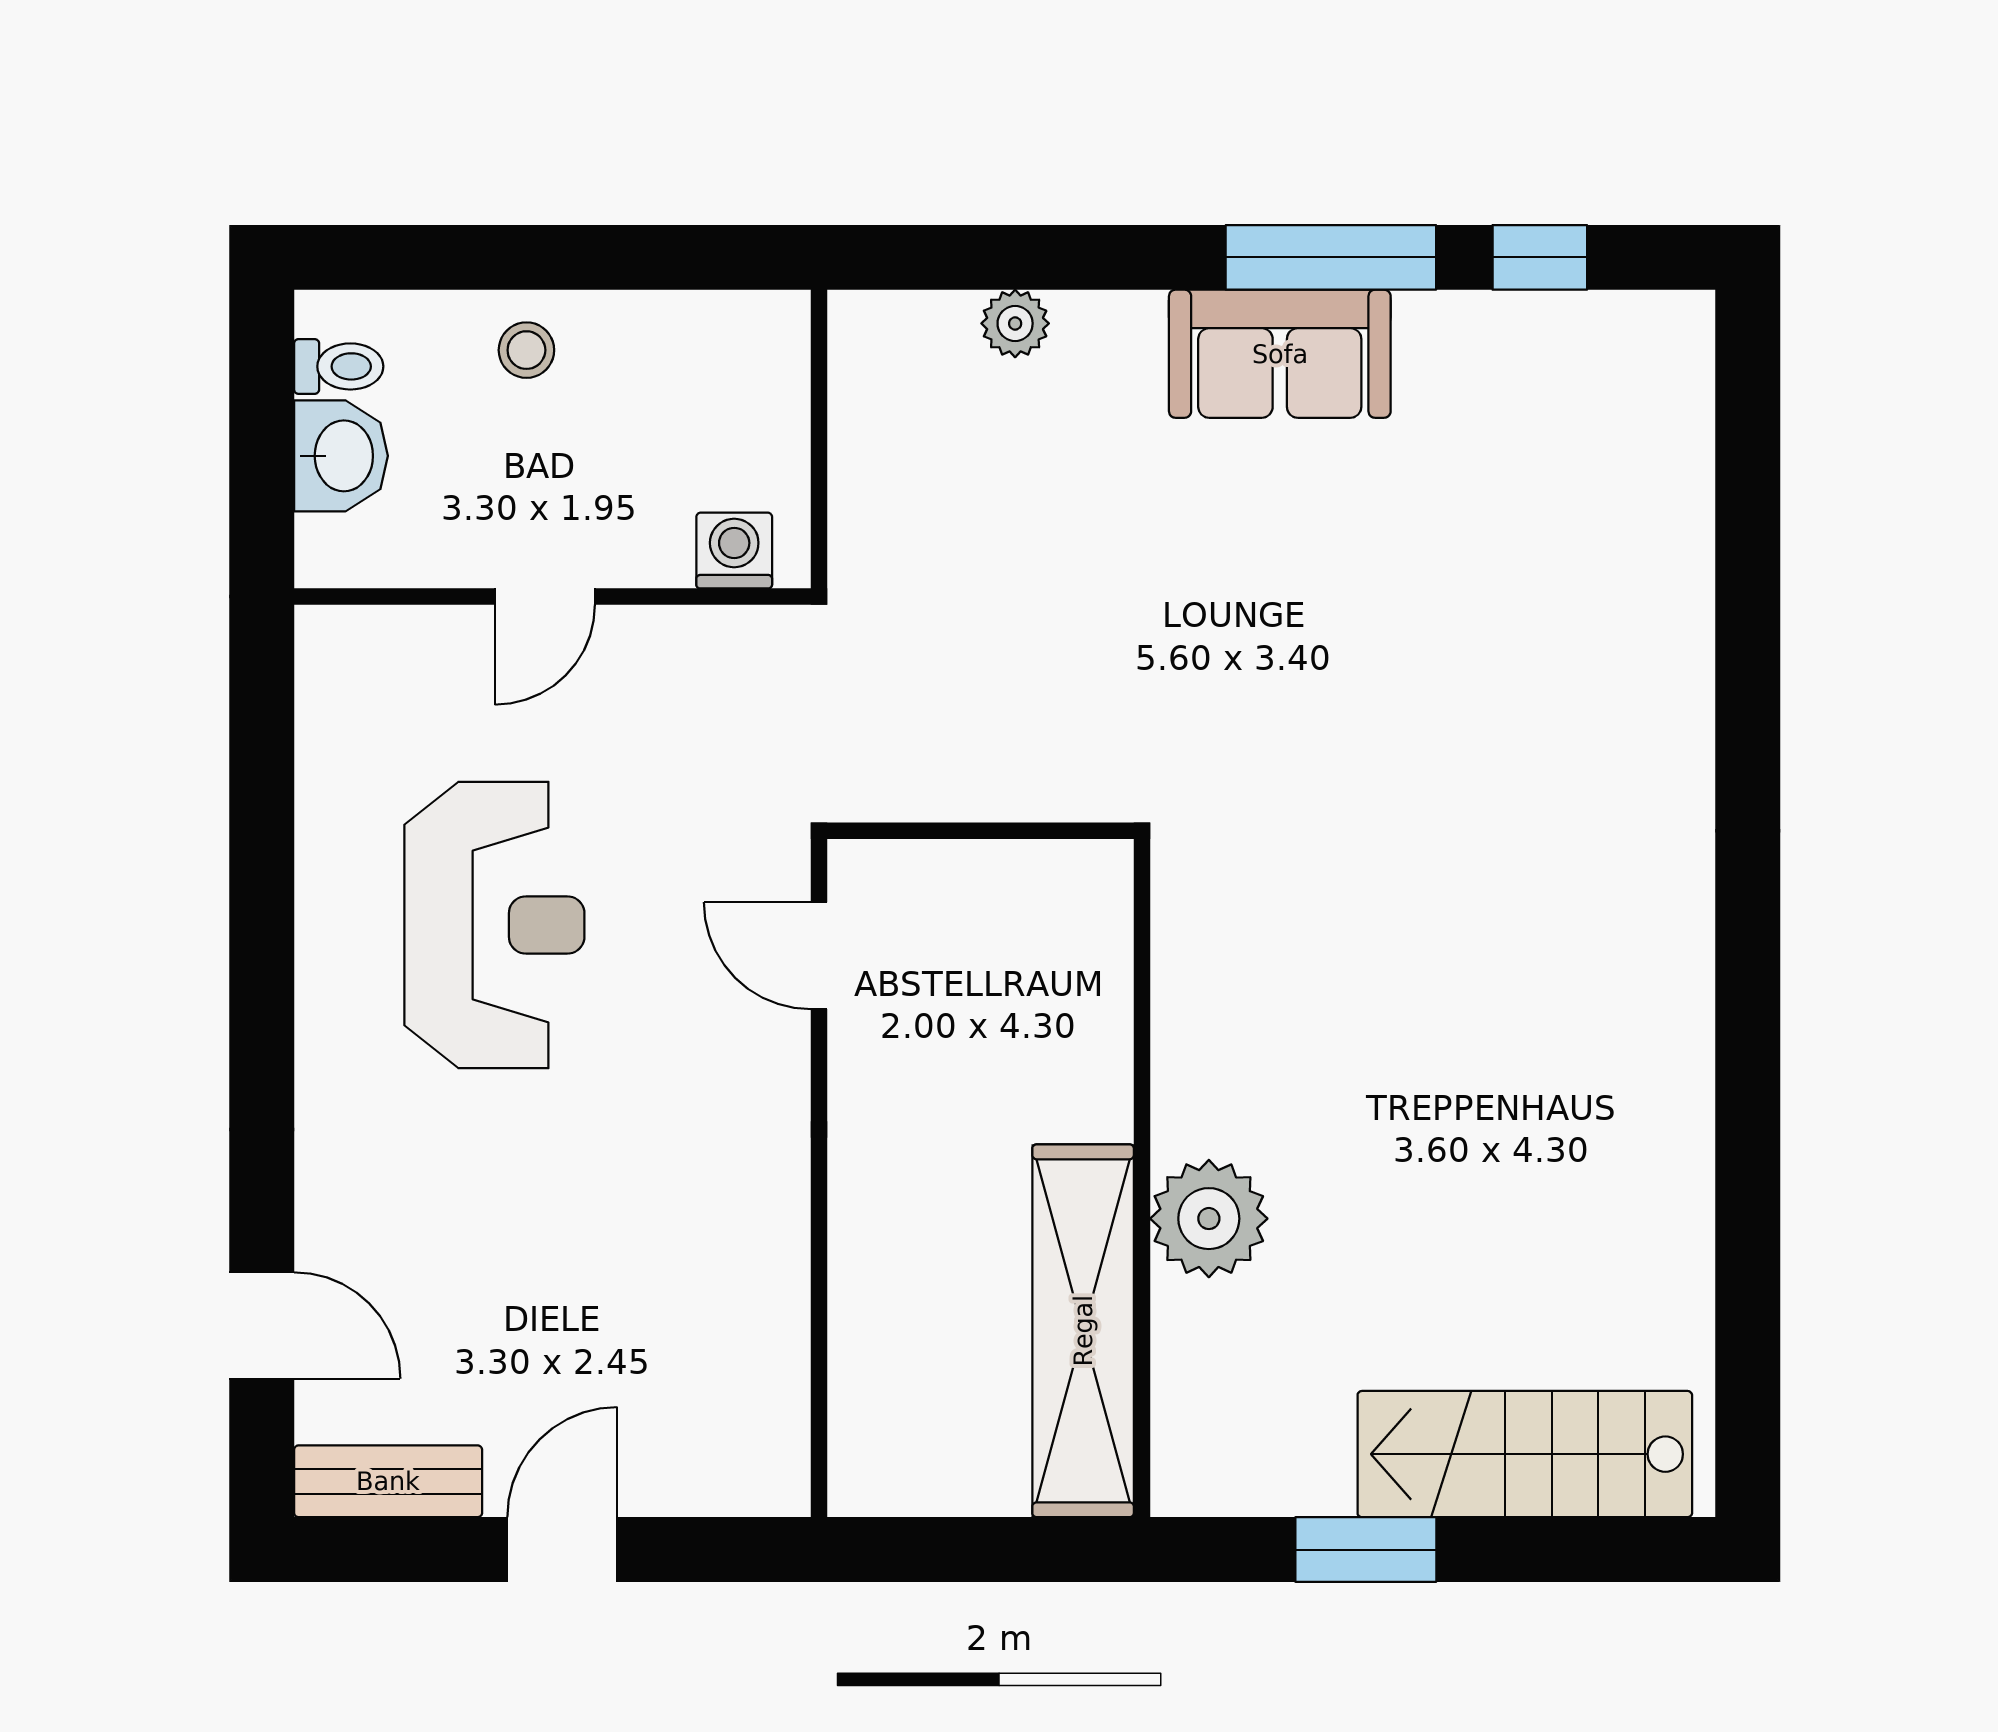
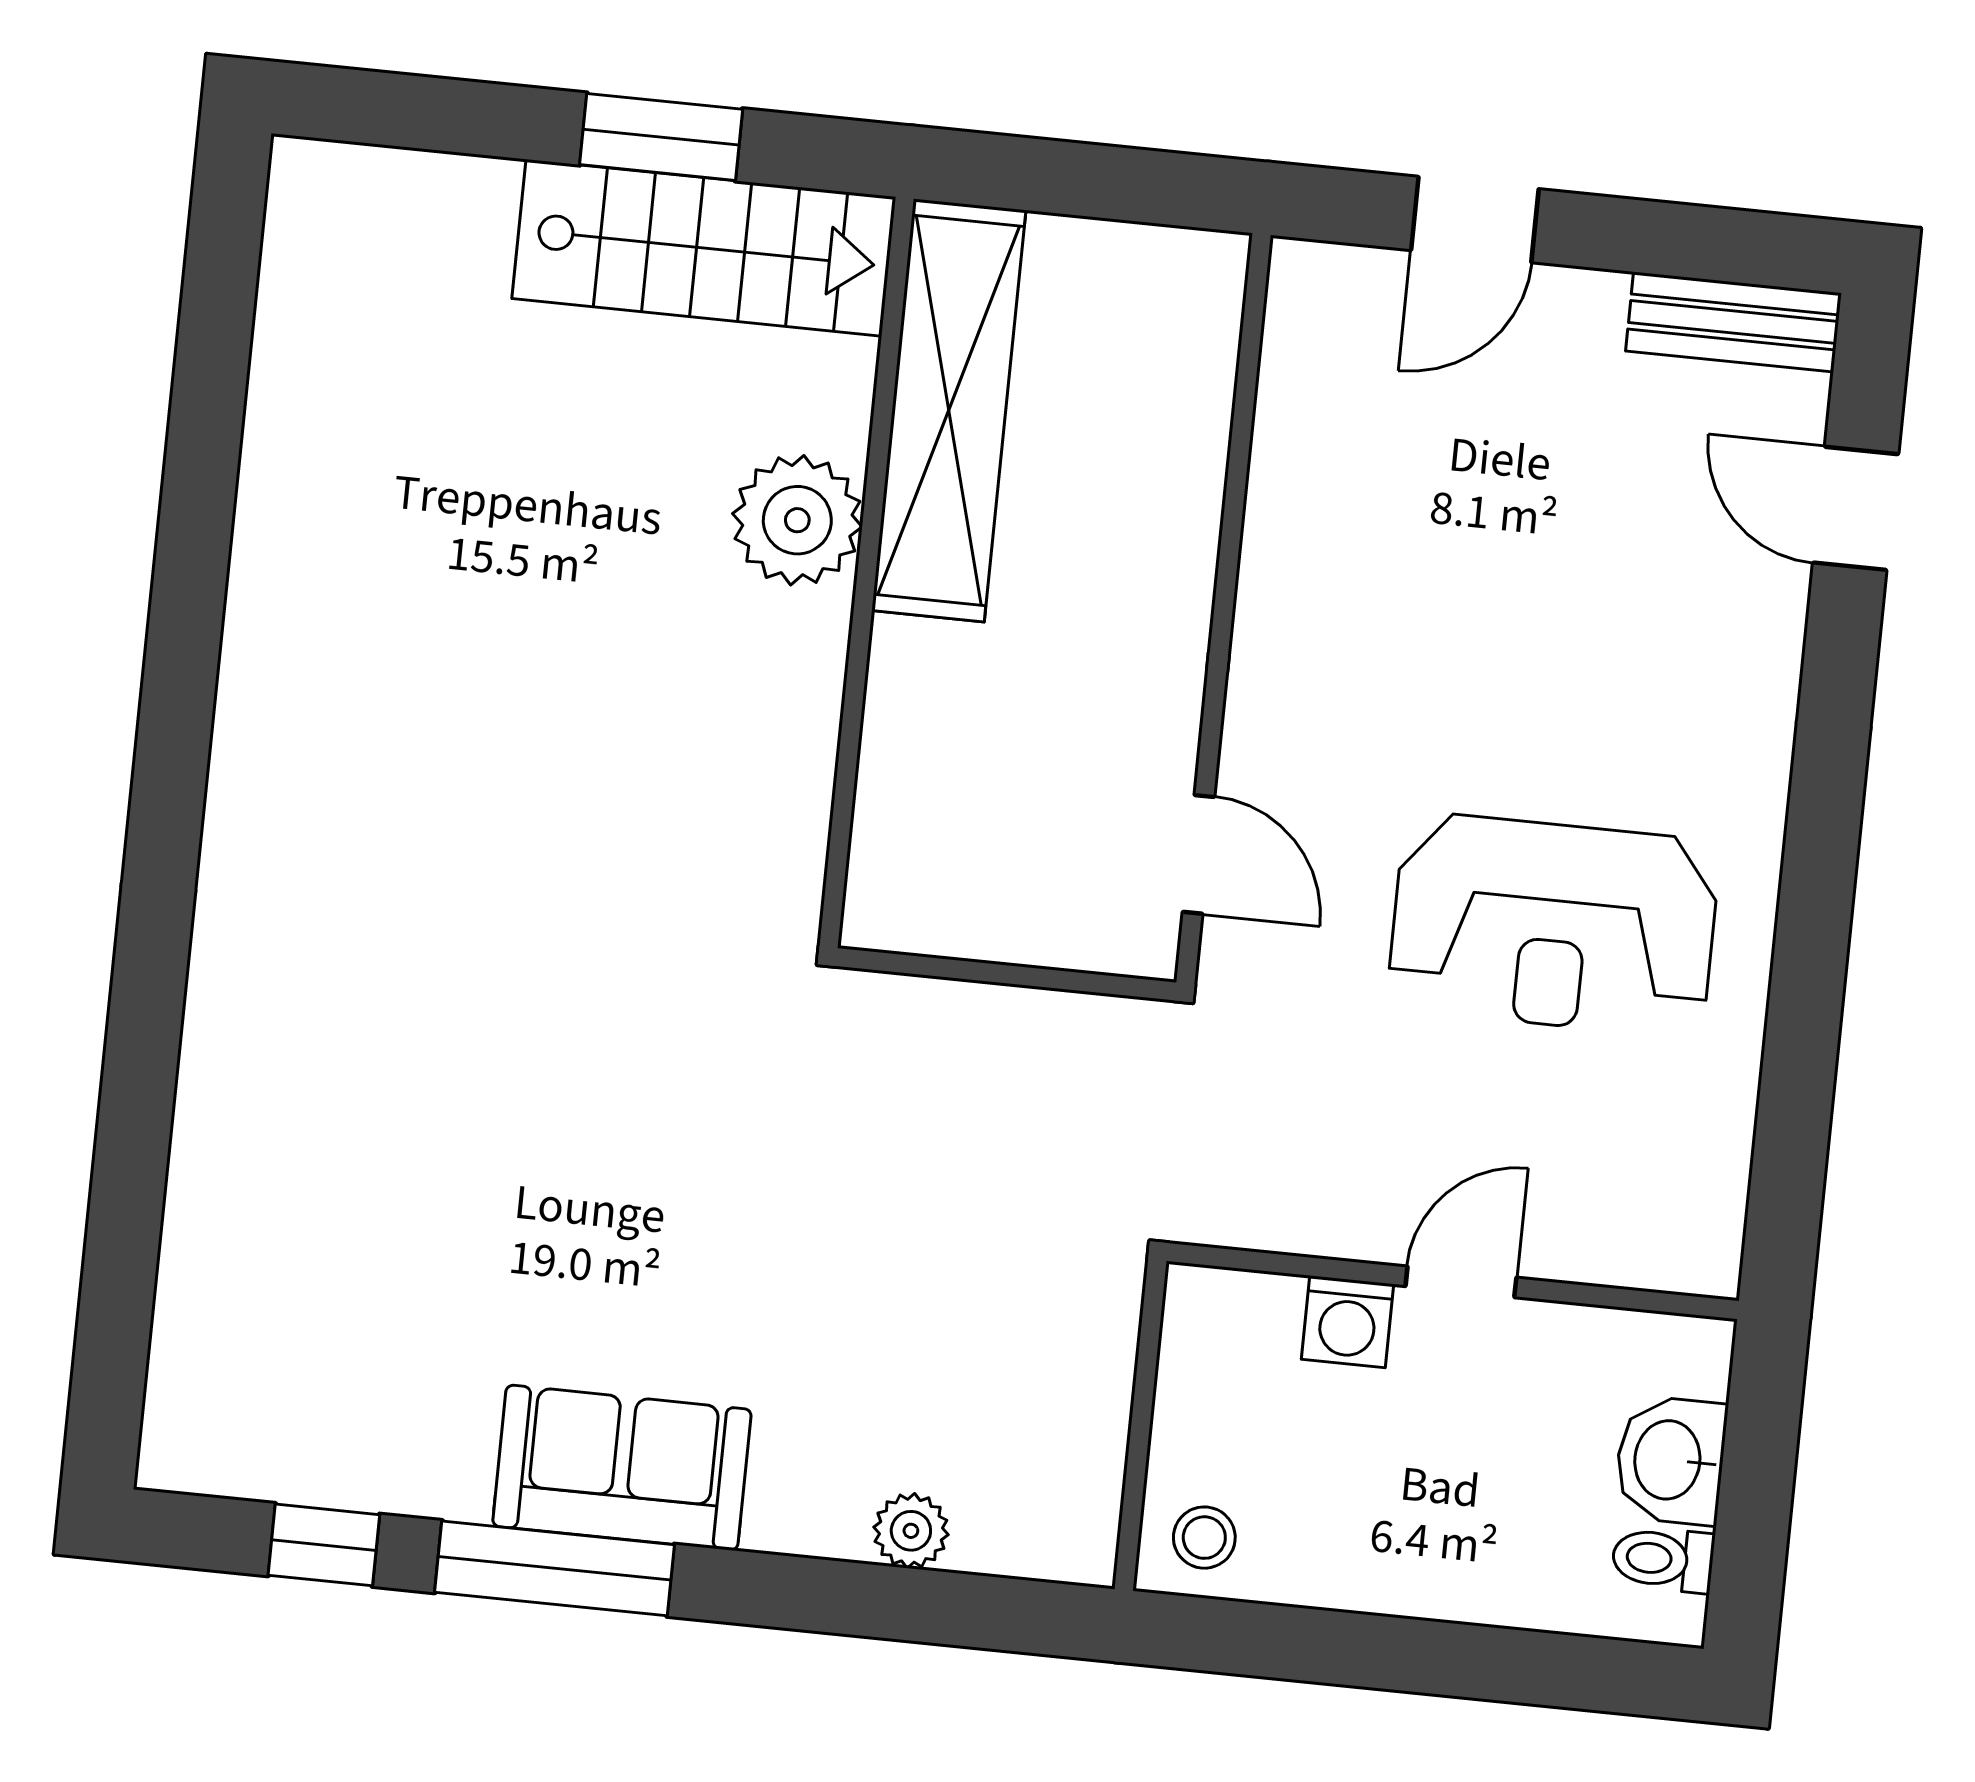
stool: (526, 350) -> (1204, 1538), moved
washing machine: (734, 551) -> (1348, 1322), moved
reception desk: (494, 925) -> (1554, 925), turned -90
stairs: (1525, 1454) -> (704, 248), moved
door: (562, 1550) -> (1475, 220), moved

